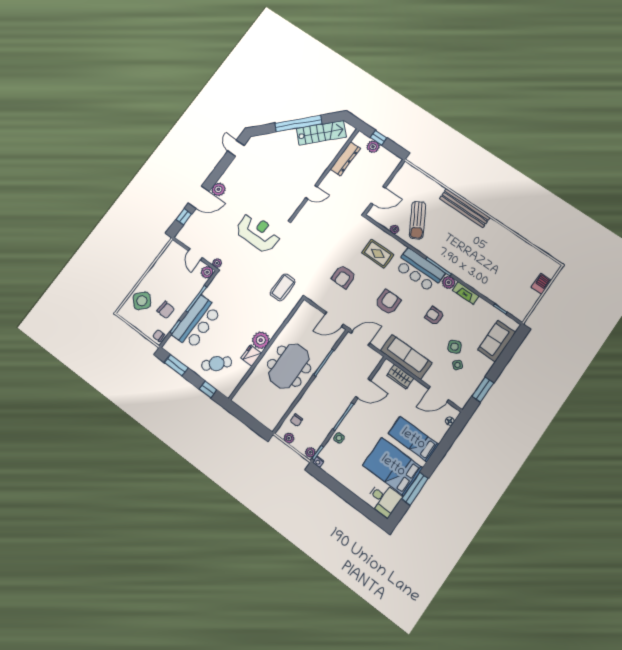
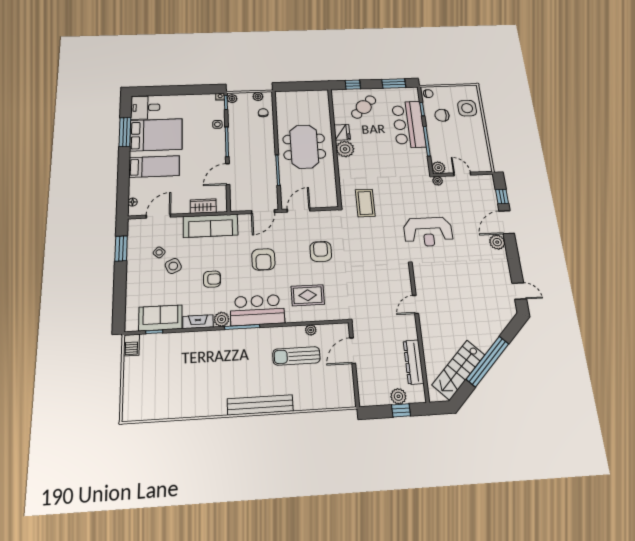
sun lounger: (417, 220) -> (296, 356), turned -60
barbecue: (541, 284) -> (131, 345), moved
side table: (142, 301) -> (467, 108), turned 45
sofa: (497, 341) -> (160, 318), moved, turned -90

